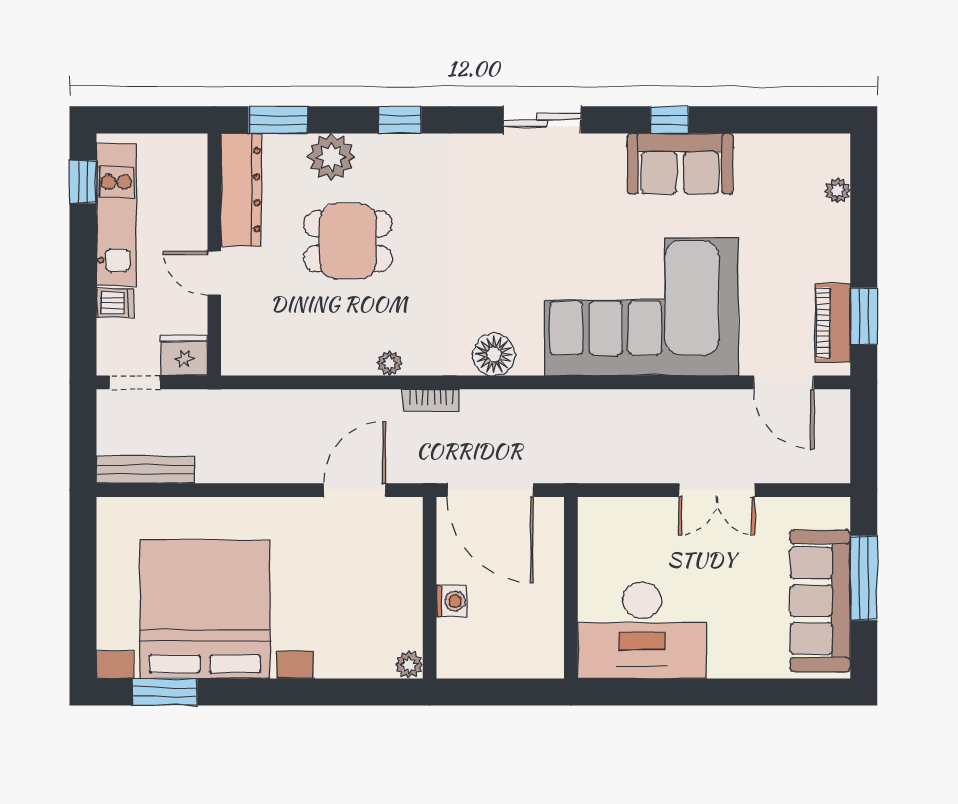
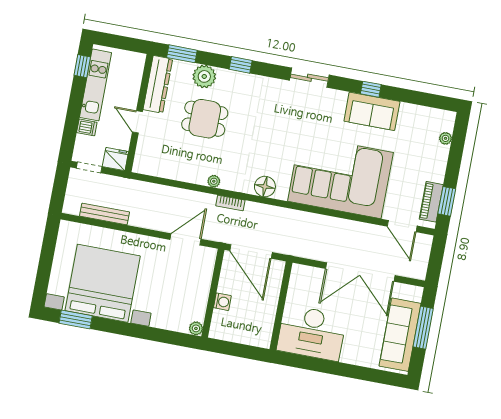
bench: (146, 470) -> (105, 214), moved
double door: (717, 490) -> (360, 272), width x1.87

